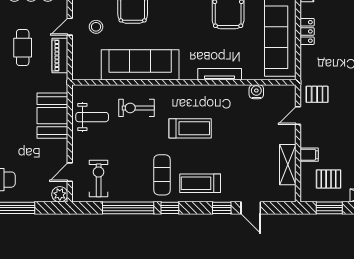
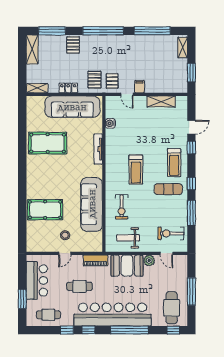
door: (70, 27) -> (65, 253), hinge flipped
piano: (60, 56) -> (95, 260), moved
weight bench: (92, 117) -> (128, 238), turned -90
treadmill: (190, 128) -> (136, 170), turned 180
filing cabinet: (309, 155) -> (139, 87), moved
pallet: (329, 179) -> (95, 80), moved
plant: (60, 194) -> (149, 260), moved
window: (128, 208) -> (191, 213), width x0.68

